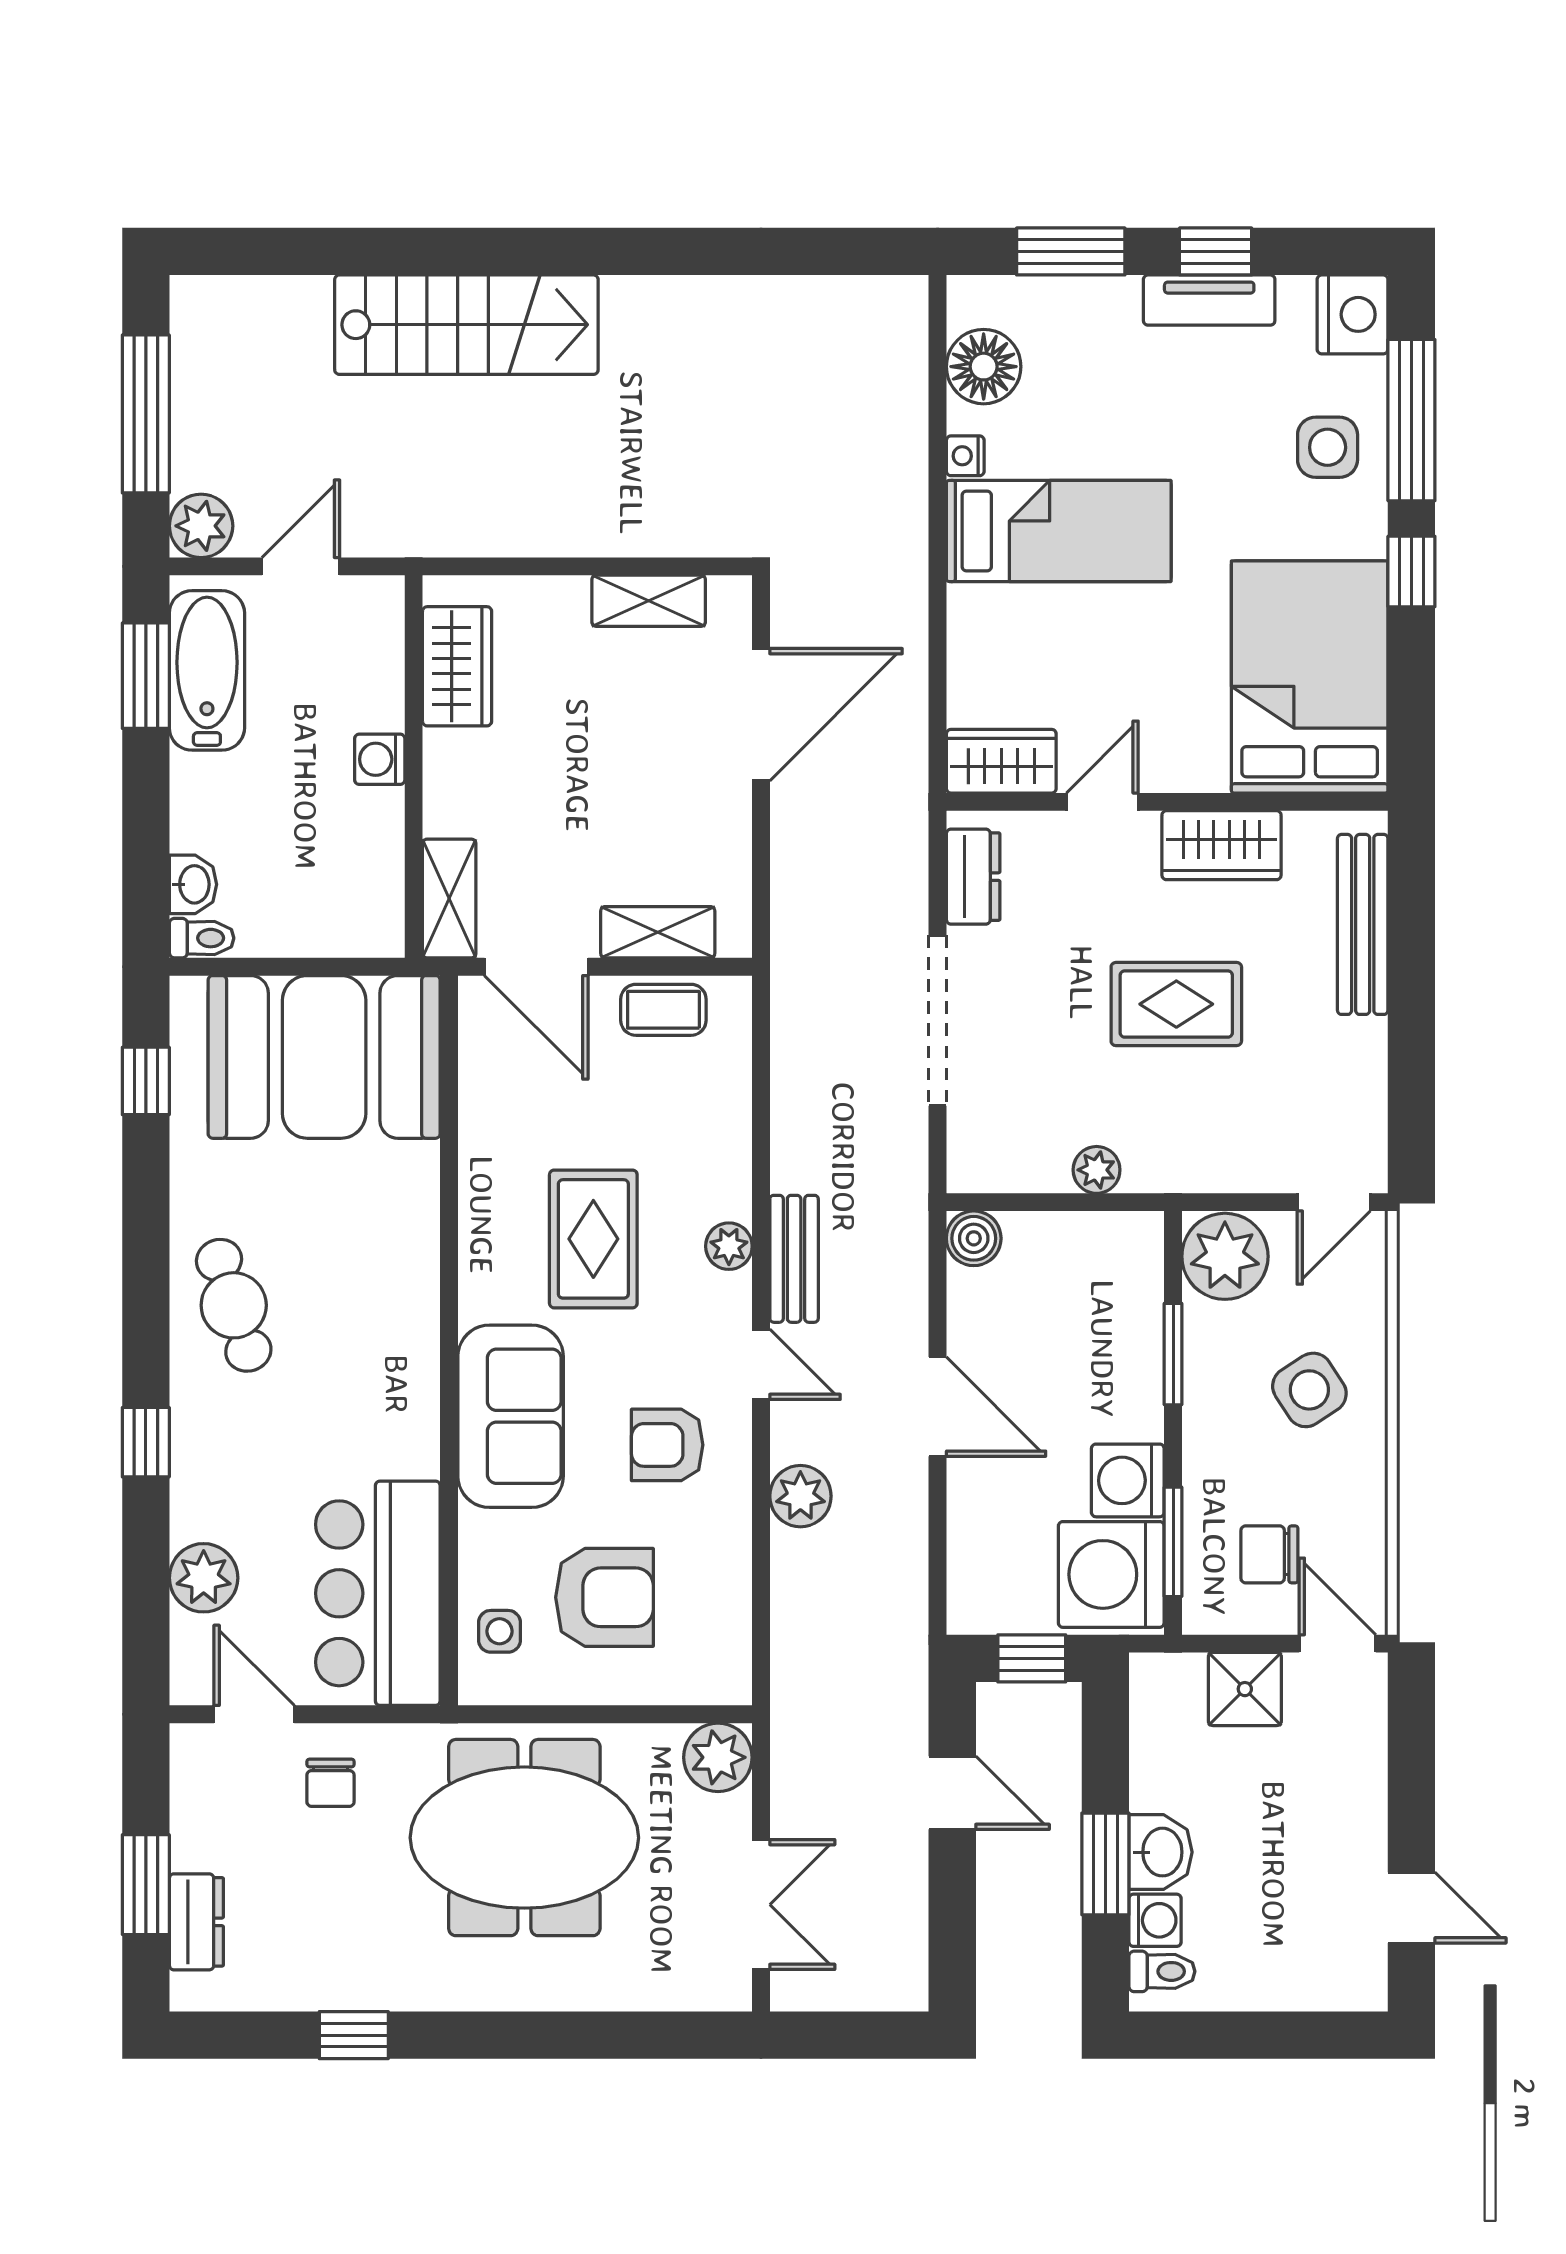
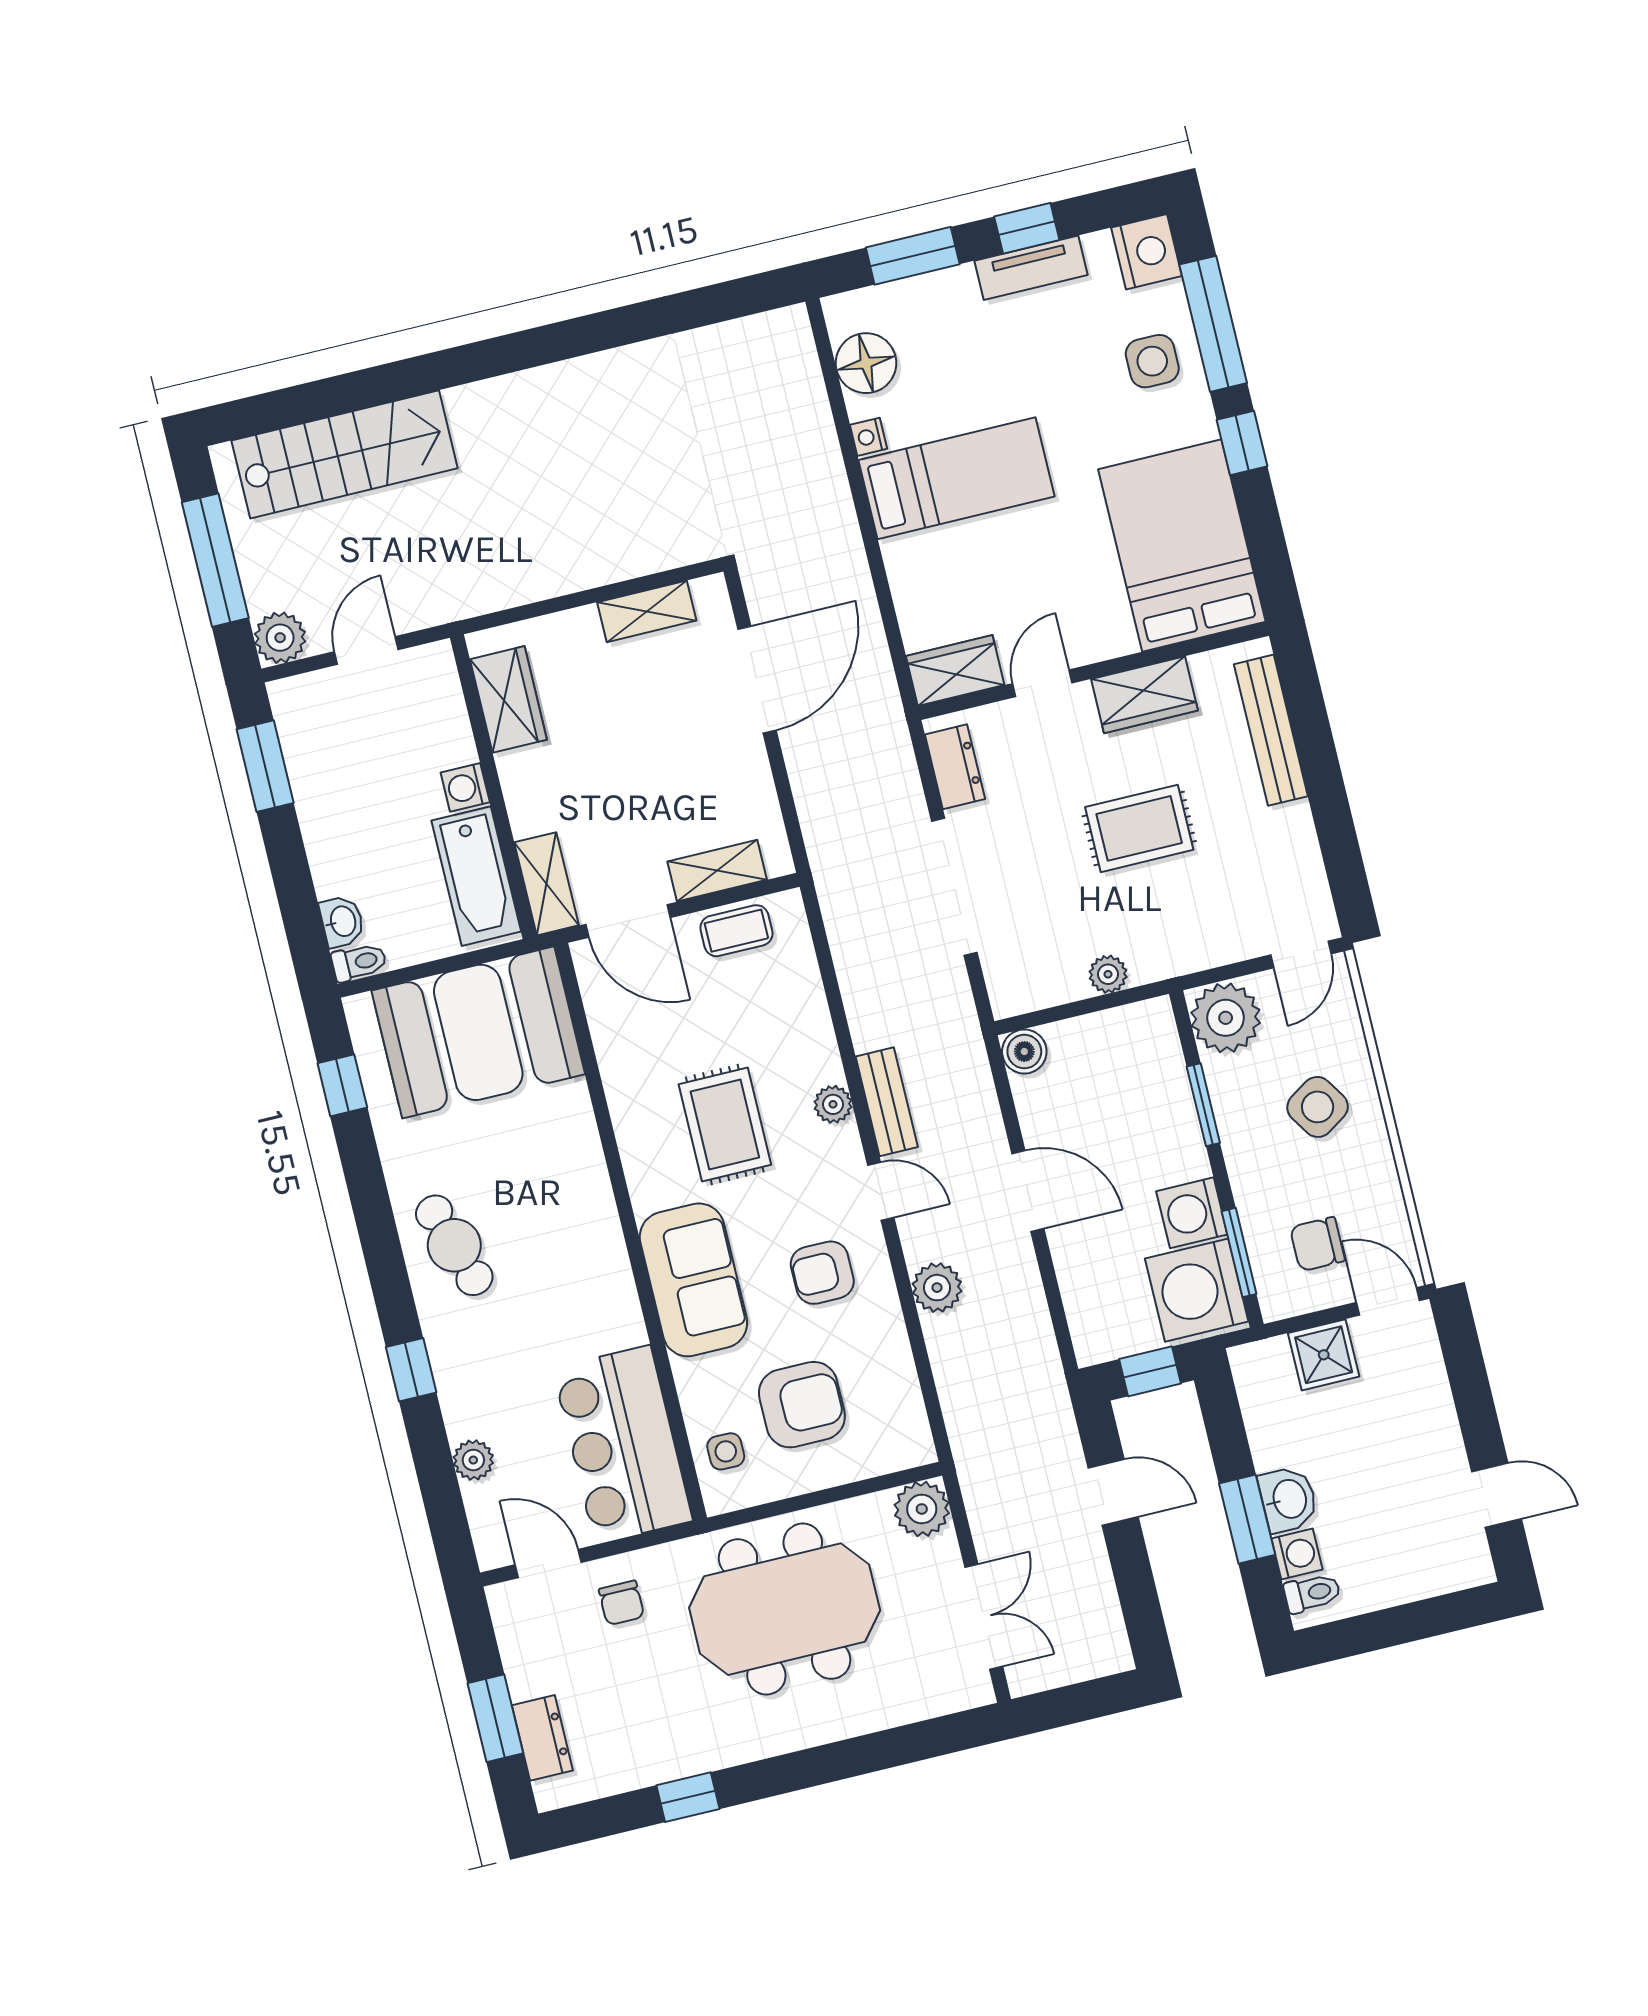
stairs: (466, 325) -> (345, 454), moved
bathtub: (207, 670) -> (476, 876), moved, turned 180
plant: (204, 1578) -> (473, 1460), width x0.73, depth x0.73

